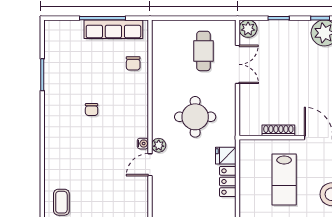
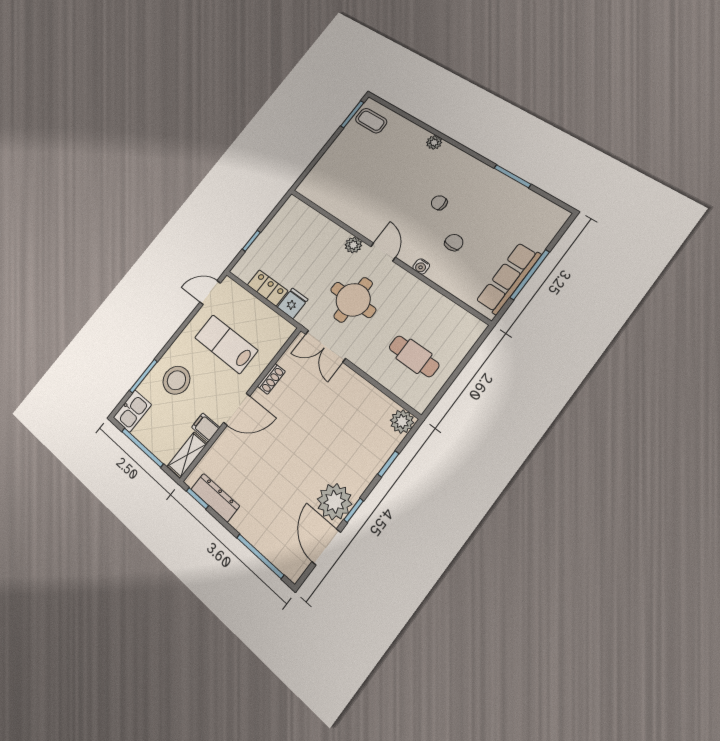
chair: (133, 63) -> (454, 243), moved, turned 90
double door: (237, 64) -> (325, 346), moved
shoe rack: (278, 130) -> (271, 379), width x0.70
water cooler: (143, 144) -> (421, 266), moved
plant: (50, 145) -> (434, 142), added
door: (150, 165) -> (383, 252), moved

